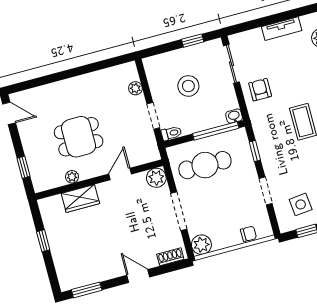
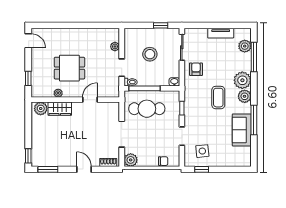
window: (216, 131) -> (145, 88), moved
plant: (156, 178) -> (41, 108), moved
window: (43, 241) -> (28, 156), moved

